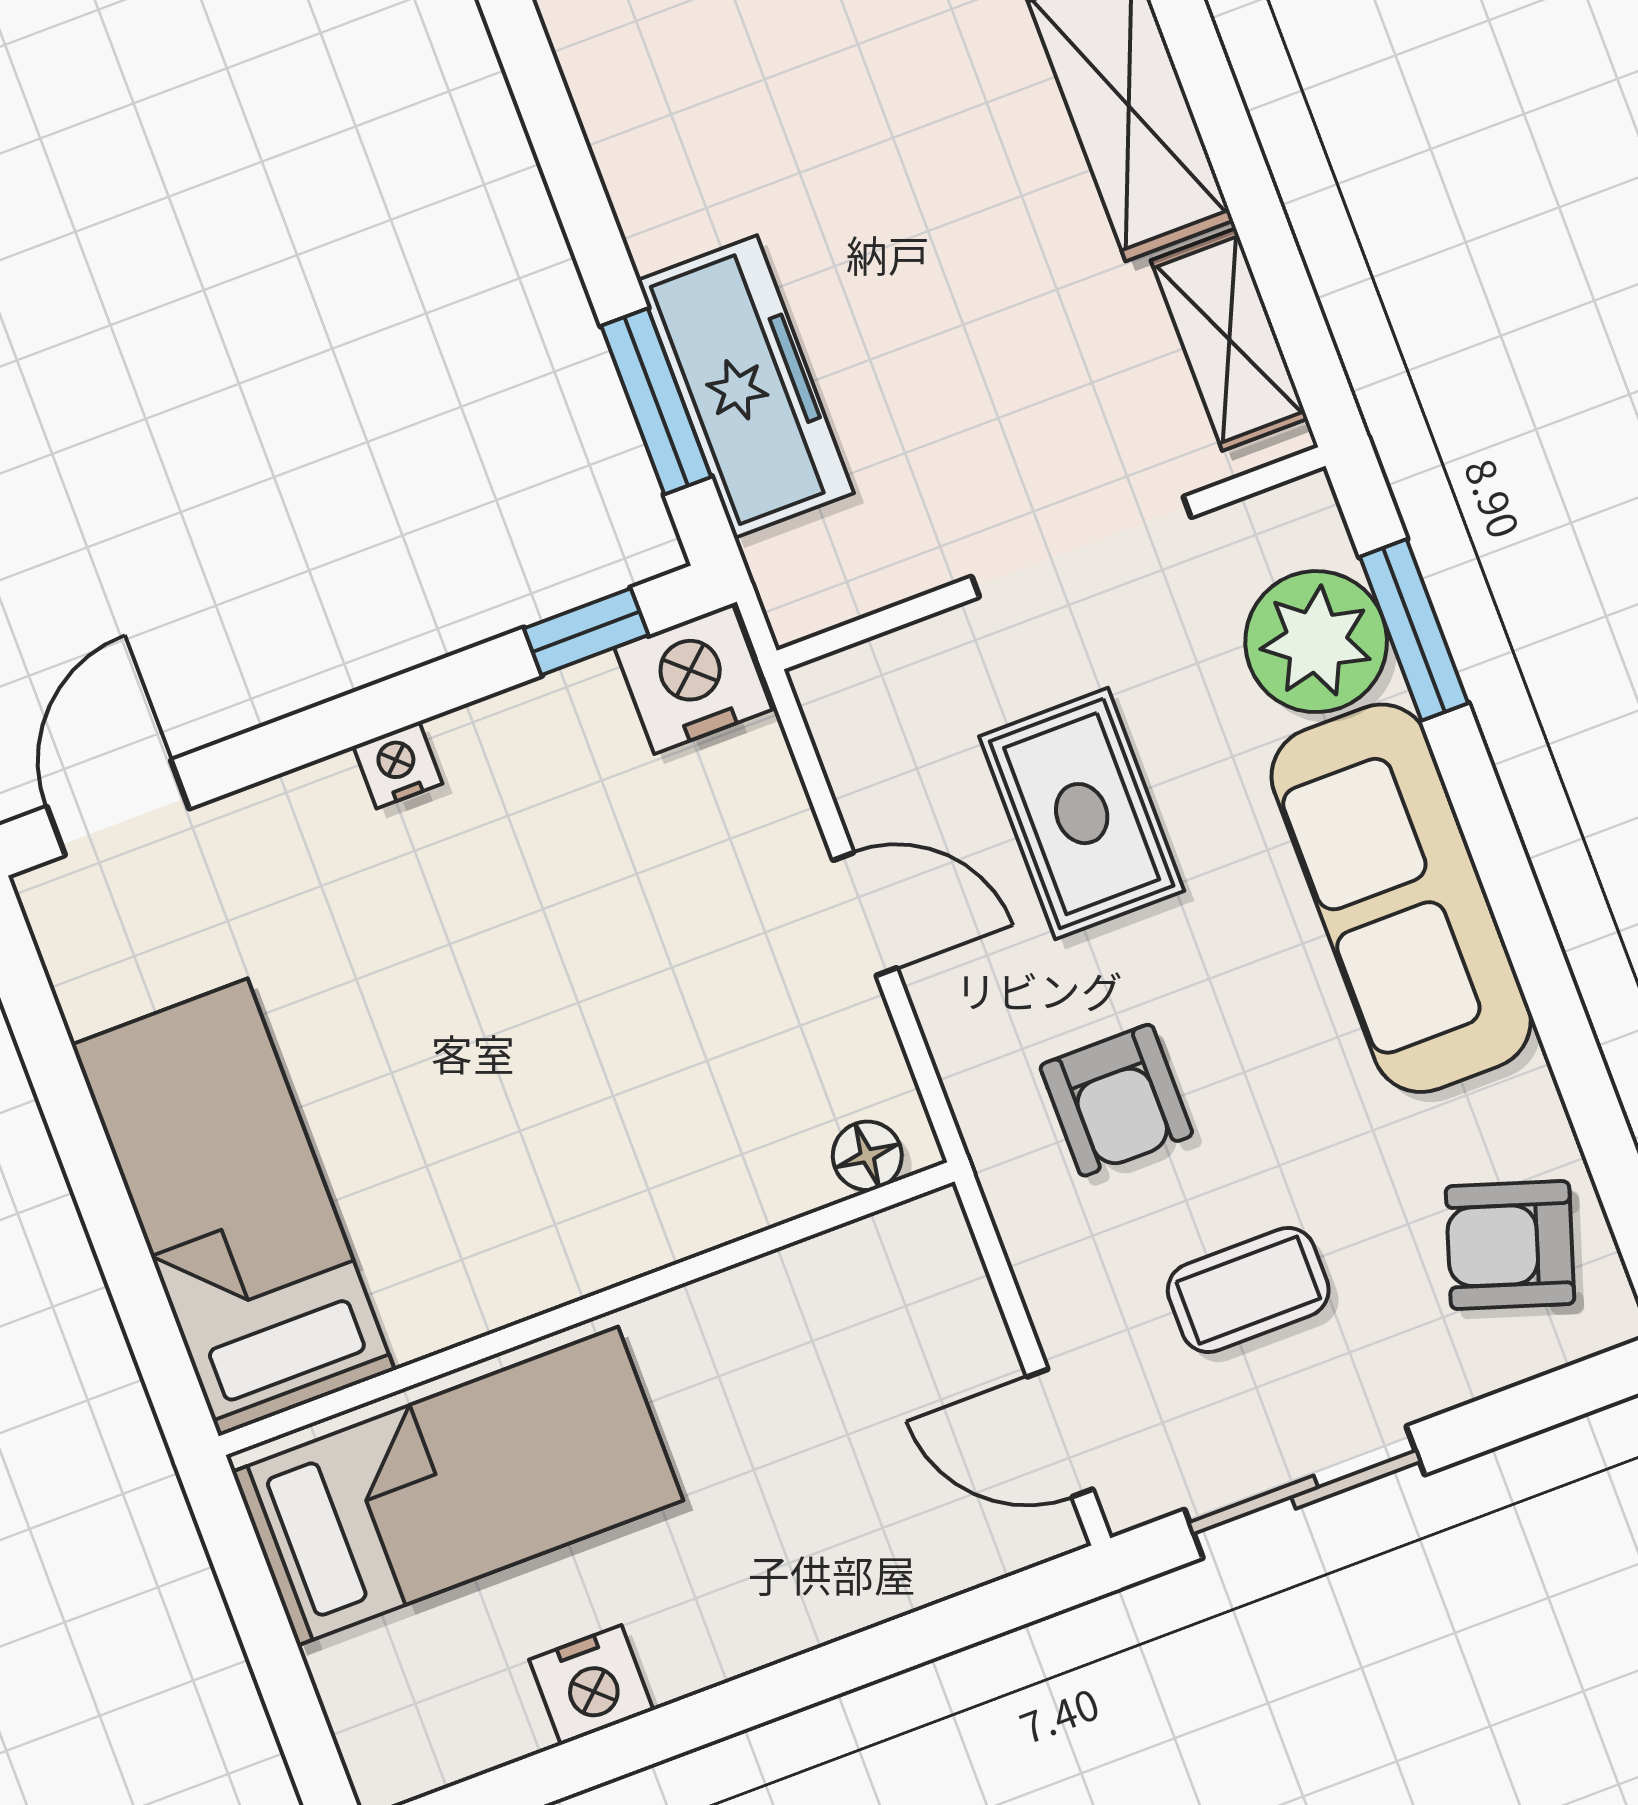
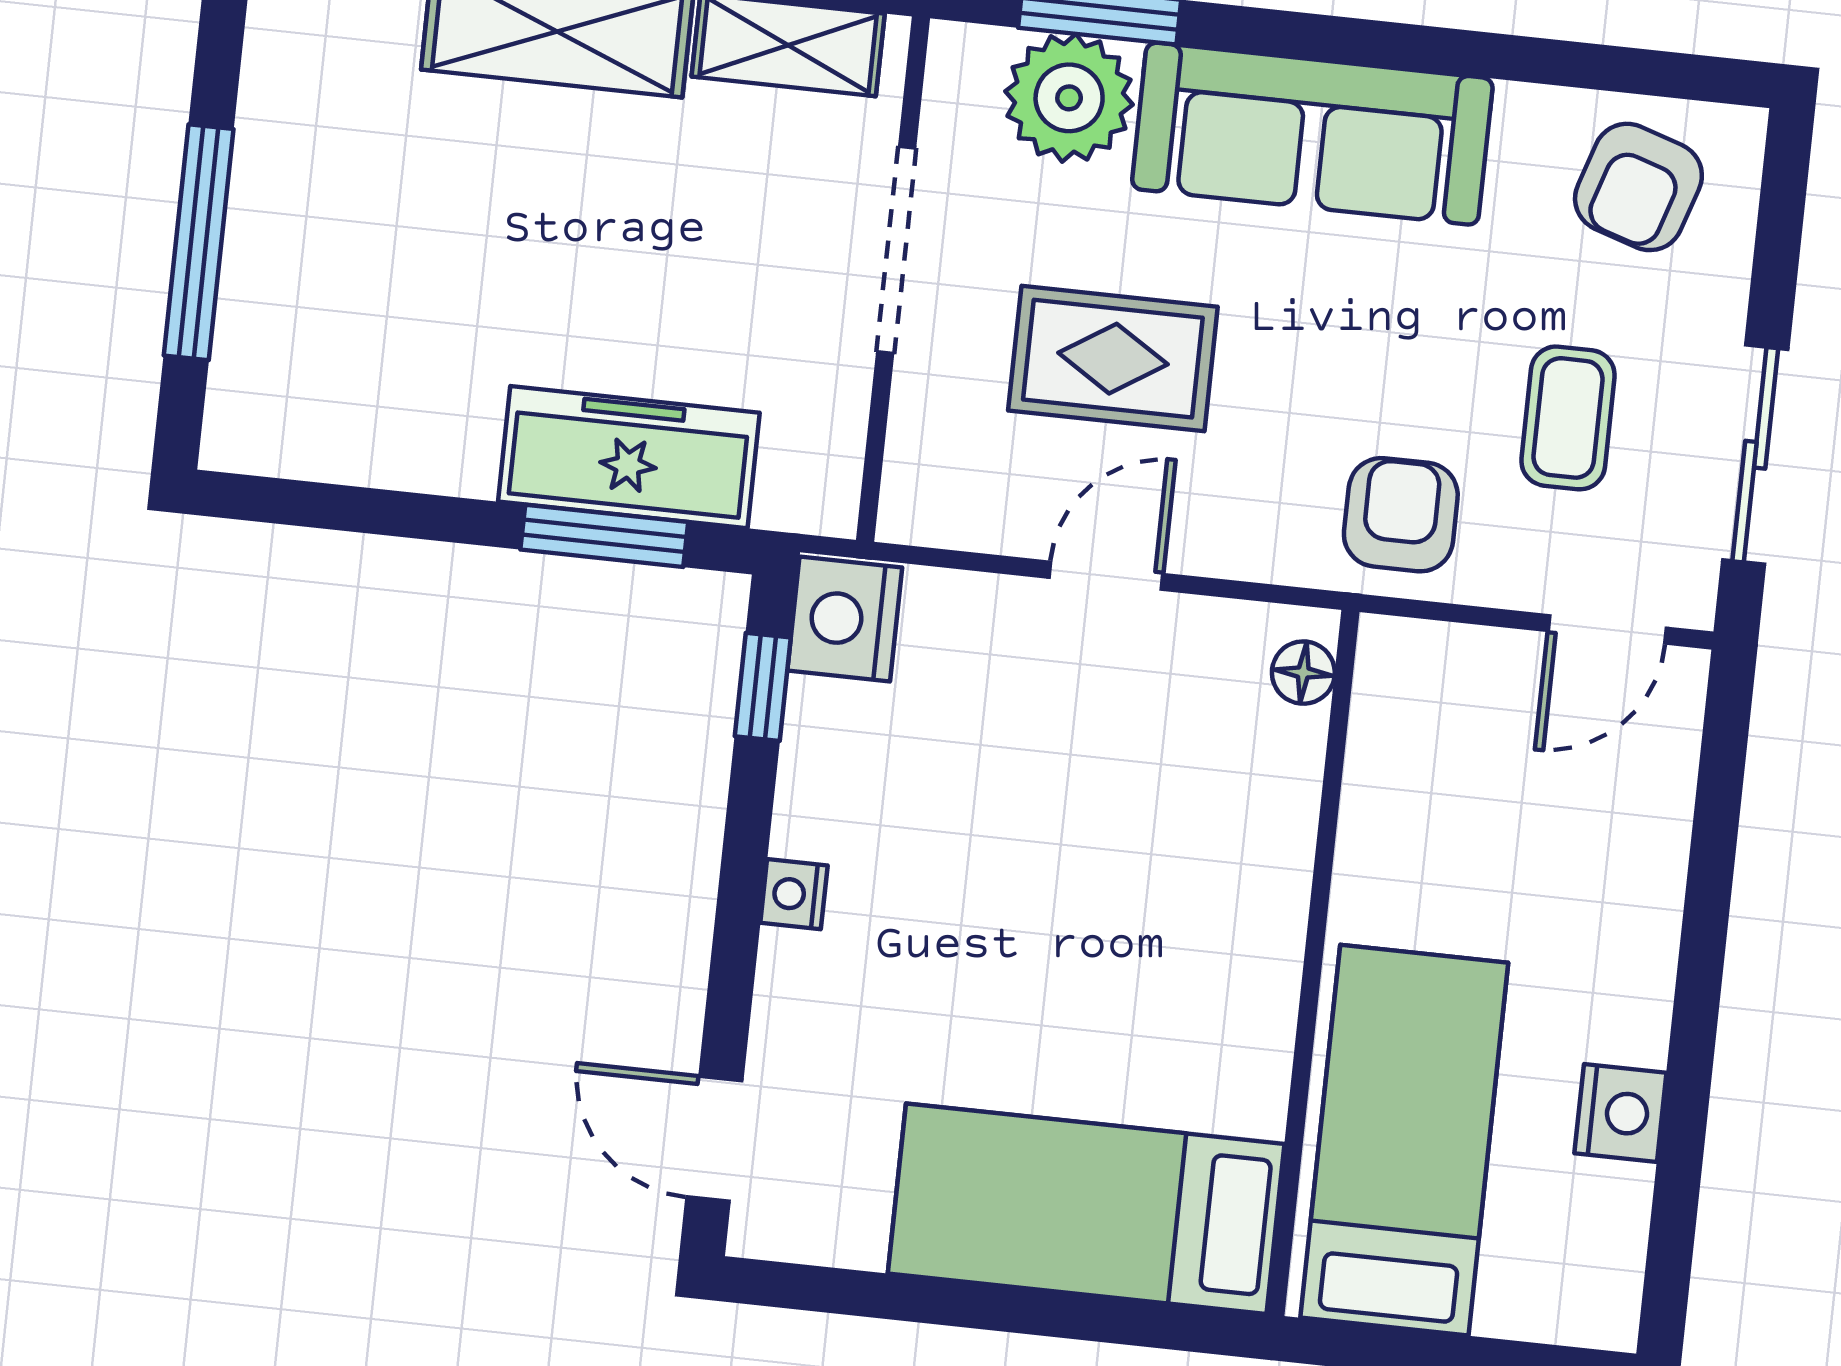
armchair: (1116, 1100) -> (1401, 515), moved, turned -90

